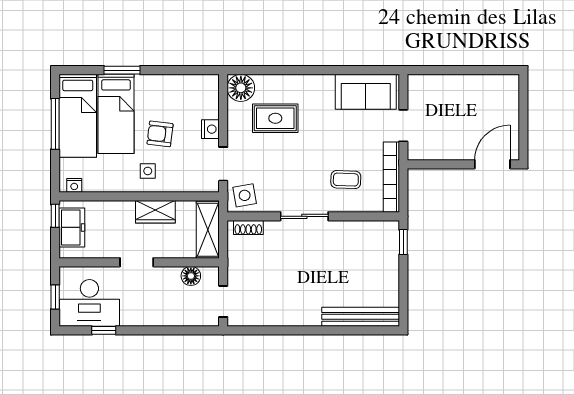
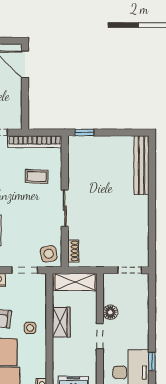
coffee table: (346, 180) -> (37, 176), turned 90
floor lamp: (191, 276) -> (110, 312), moved

